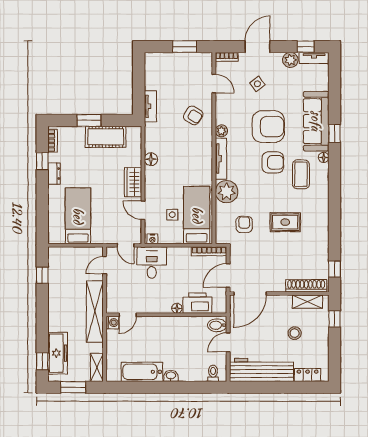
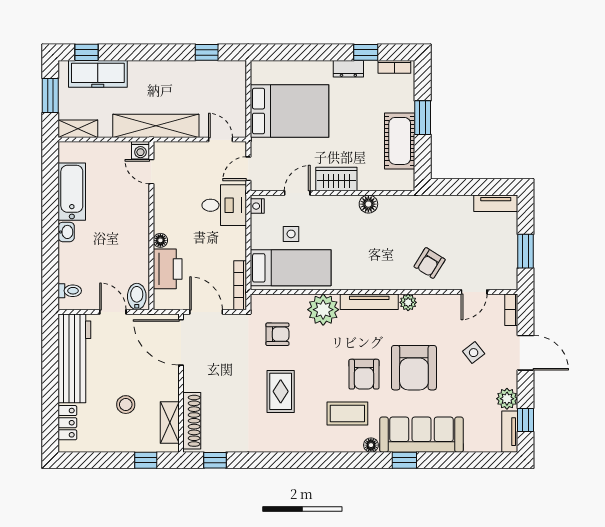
tv unit: (150, 106) -> (496, 203), moved
bed: (78, 216) -> (289, 111), width x1.50

